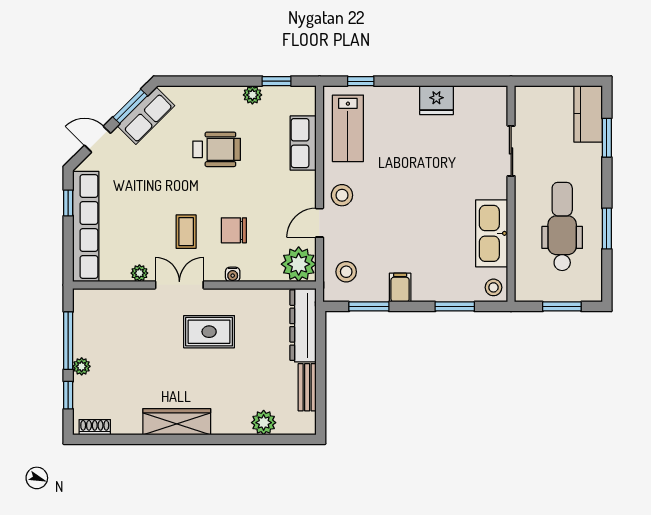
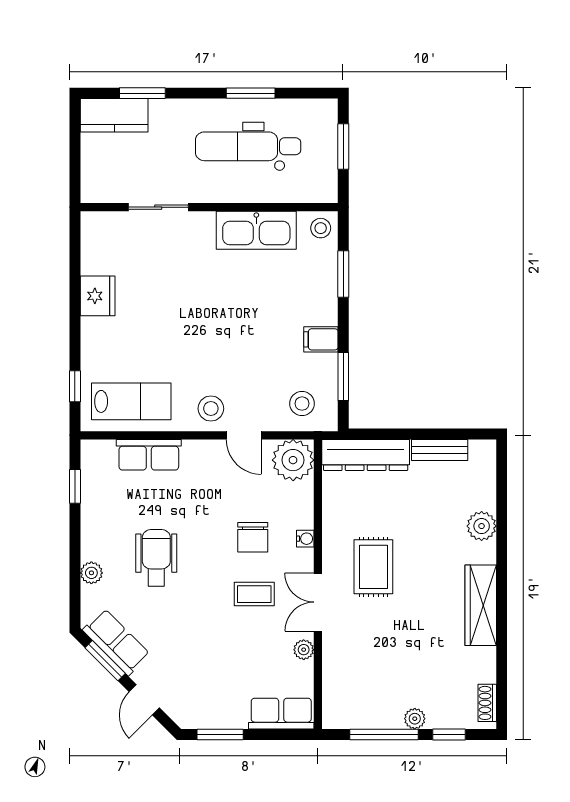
plant: (252, 95) -> (91, 573), moved
window: (68, 203) -> (220, 734), width x1.50
row of seats: (86, 226) -> (281, 714), width x0.50
plant: (264, 423) -> (482, 526), moved

